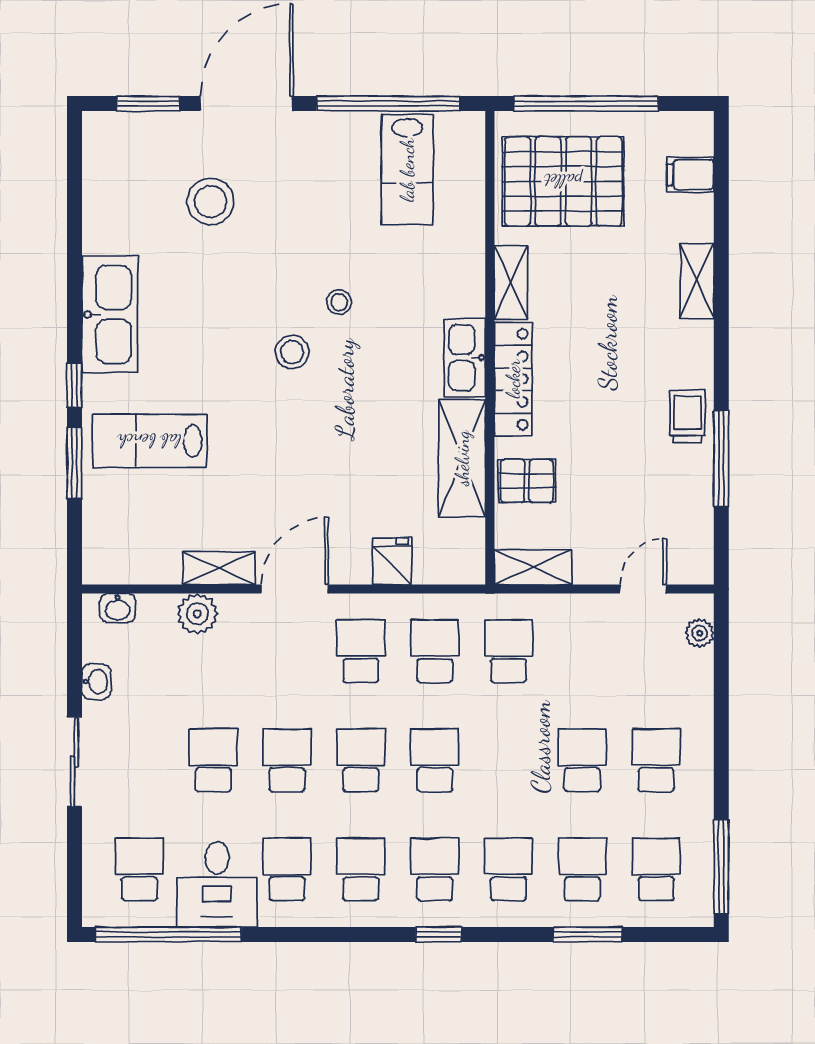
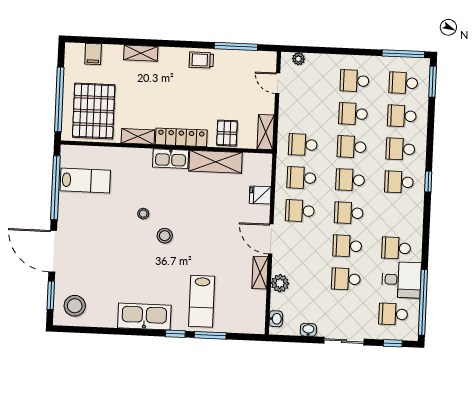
stool: (211, 202) -> (75, 306), moved
window: (721, 459) -> (236, 46), moved
school desk: (361, 869) -> (352, 147), moved
window: (74, 871) -> (393, 343), added
window: (588, 935) -> (433, 82), moved

